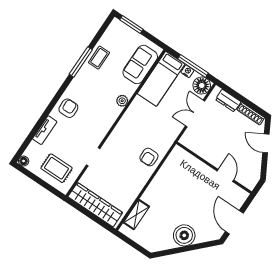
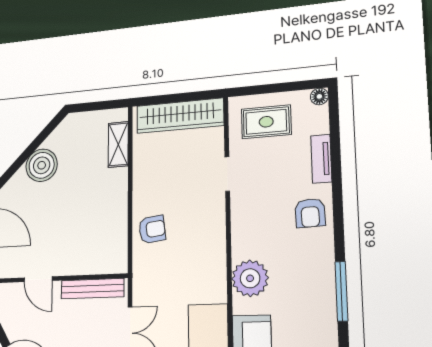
coffee table: (99, 58) -> (319, 316), removed
plant: (122, 101) -> (250, 278), width x1.87, depth x1.87
bench: (200, 150) -> (92, 289), added
armchair: (149, 157) -> (152, 229), turned 83

